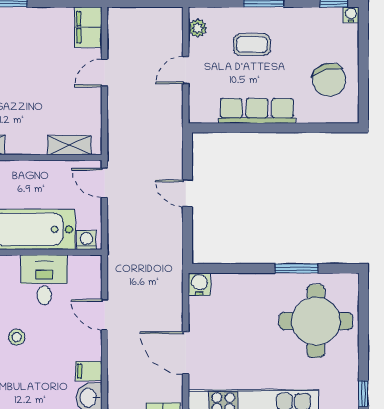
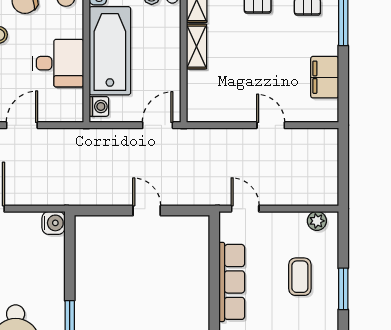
filing cabinet: (88, 27) -> (325, 77), moved, turned -90
door: (186, 70) -> (245, 209), moved
shelving: (69, 145) -> (197, 47), moved
door: (187, 193) -> (147, 210), hinge flipped

